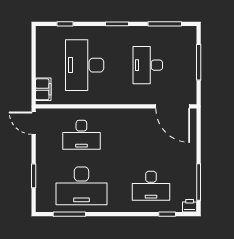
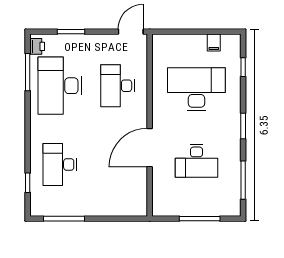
desk: (148, 65) -> (196, 161), turned 180
filing cabinet: (43, 89) -> (214, 42), moved, width x0.50
door: (173, 106) -> (150, 148), moved
printer: (190, 206) -> (37, 46), moved

